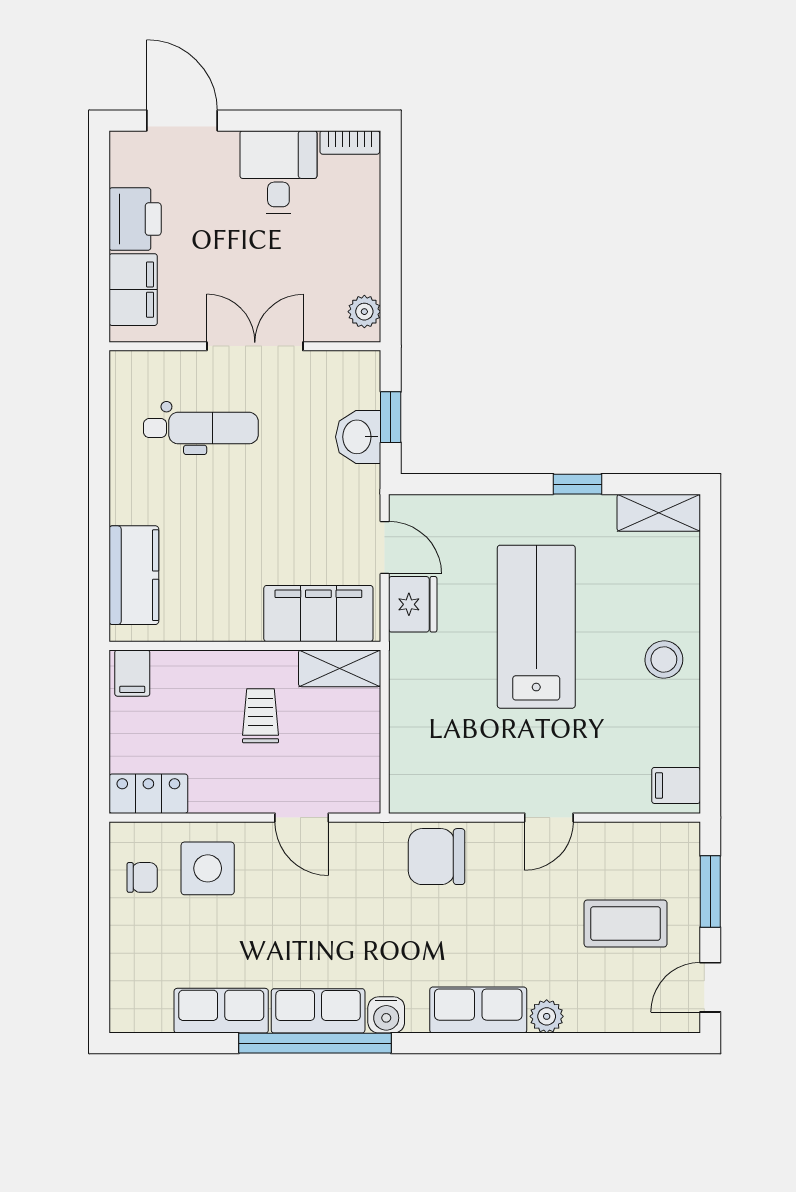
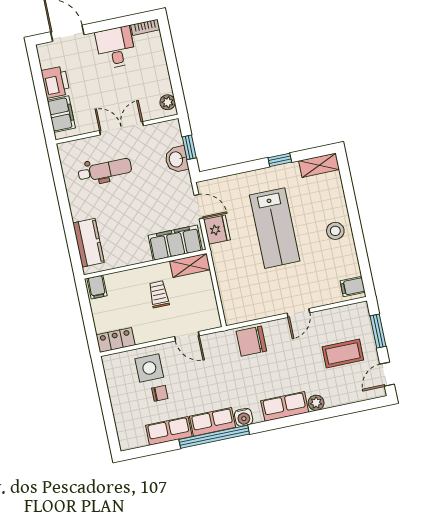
lab bench: (536, 627) -> (275, 228), turned 180
chair: (142, 877) -> (160, 393), moved

